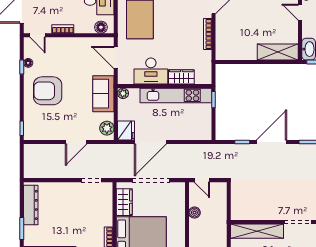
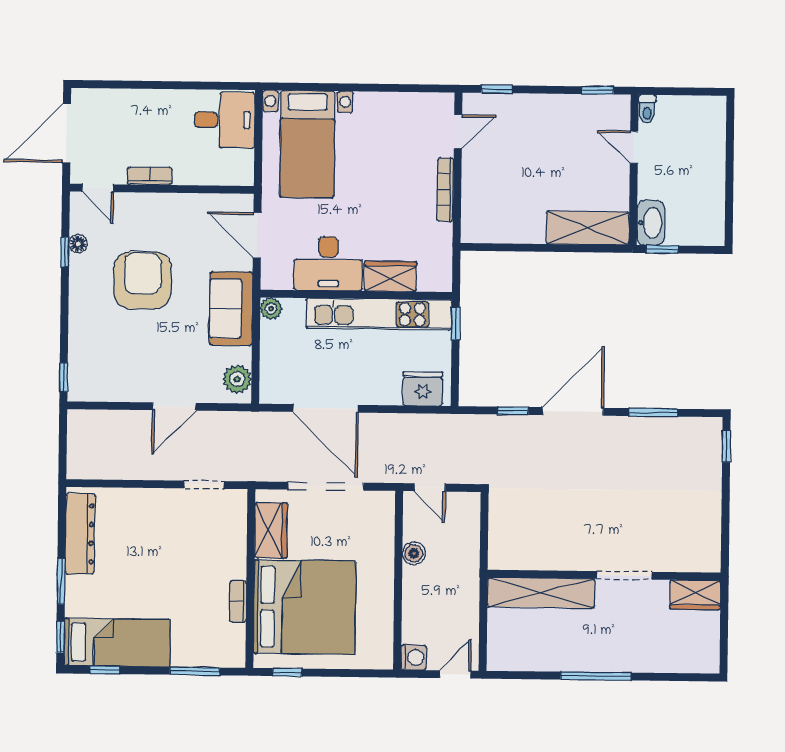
floor lamp: (101, 27) -> (228, 173), removed
armchair: (48, 91) -> (143, 280), moved, turned 90
fridge: (126, 130) -> (423, 389), moved, turned -90
door: (150, 142) -> (326, 408), hinge flipped

